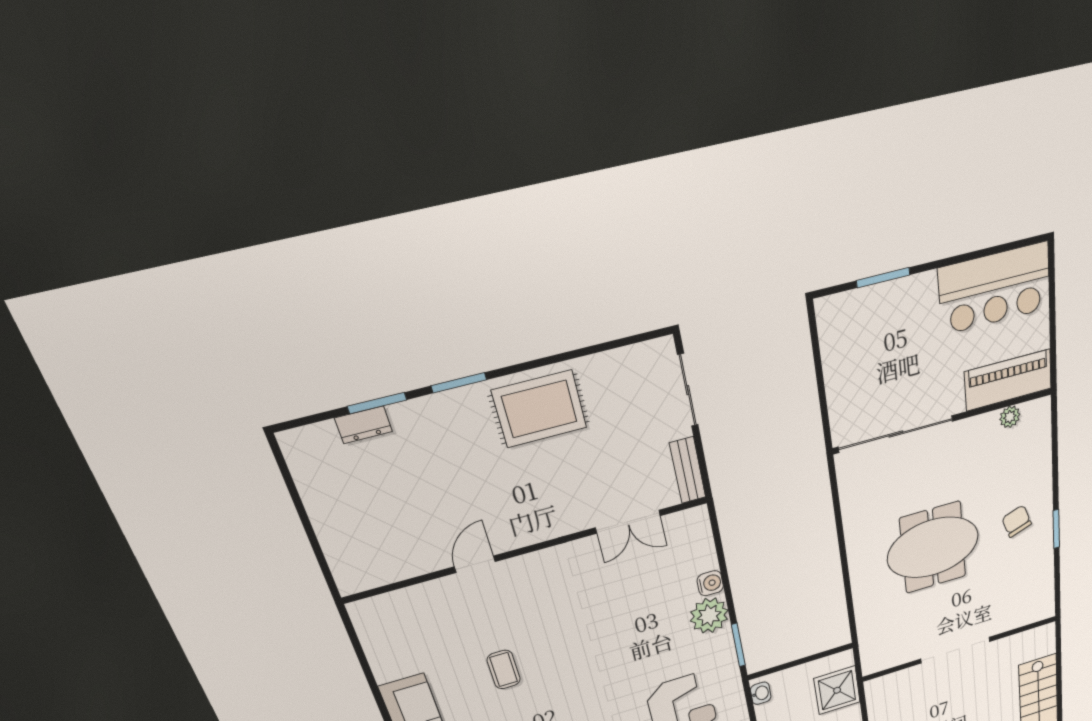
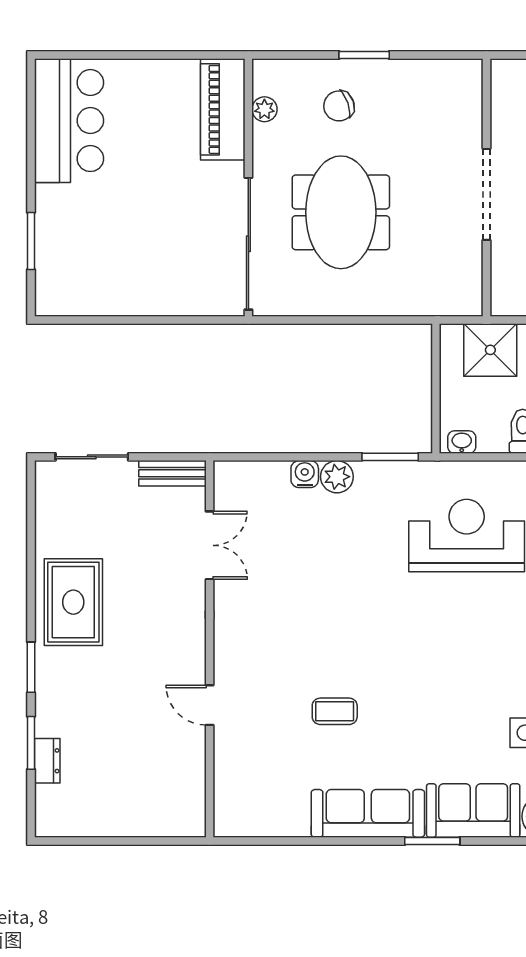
piano: (1008, 380) -> (223, 109), moved
plant: (1010, 417) -> (264, 109), moved
wall: (944, 421) -> (248, 187), moved
sliding door: (896, 434) -> (248, 244), moved
plant: (709, 616) -> (337, 477), width x0.73, depth x0.73

